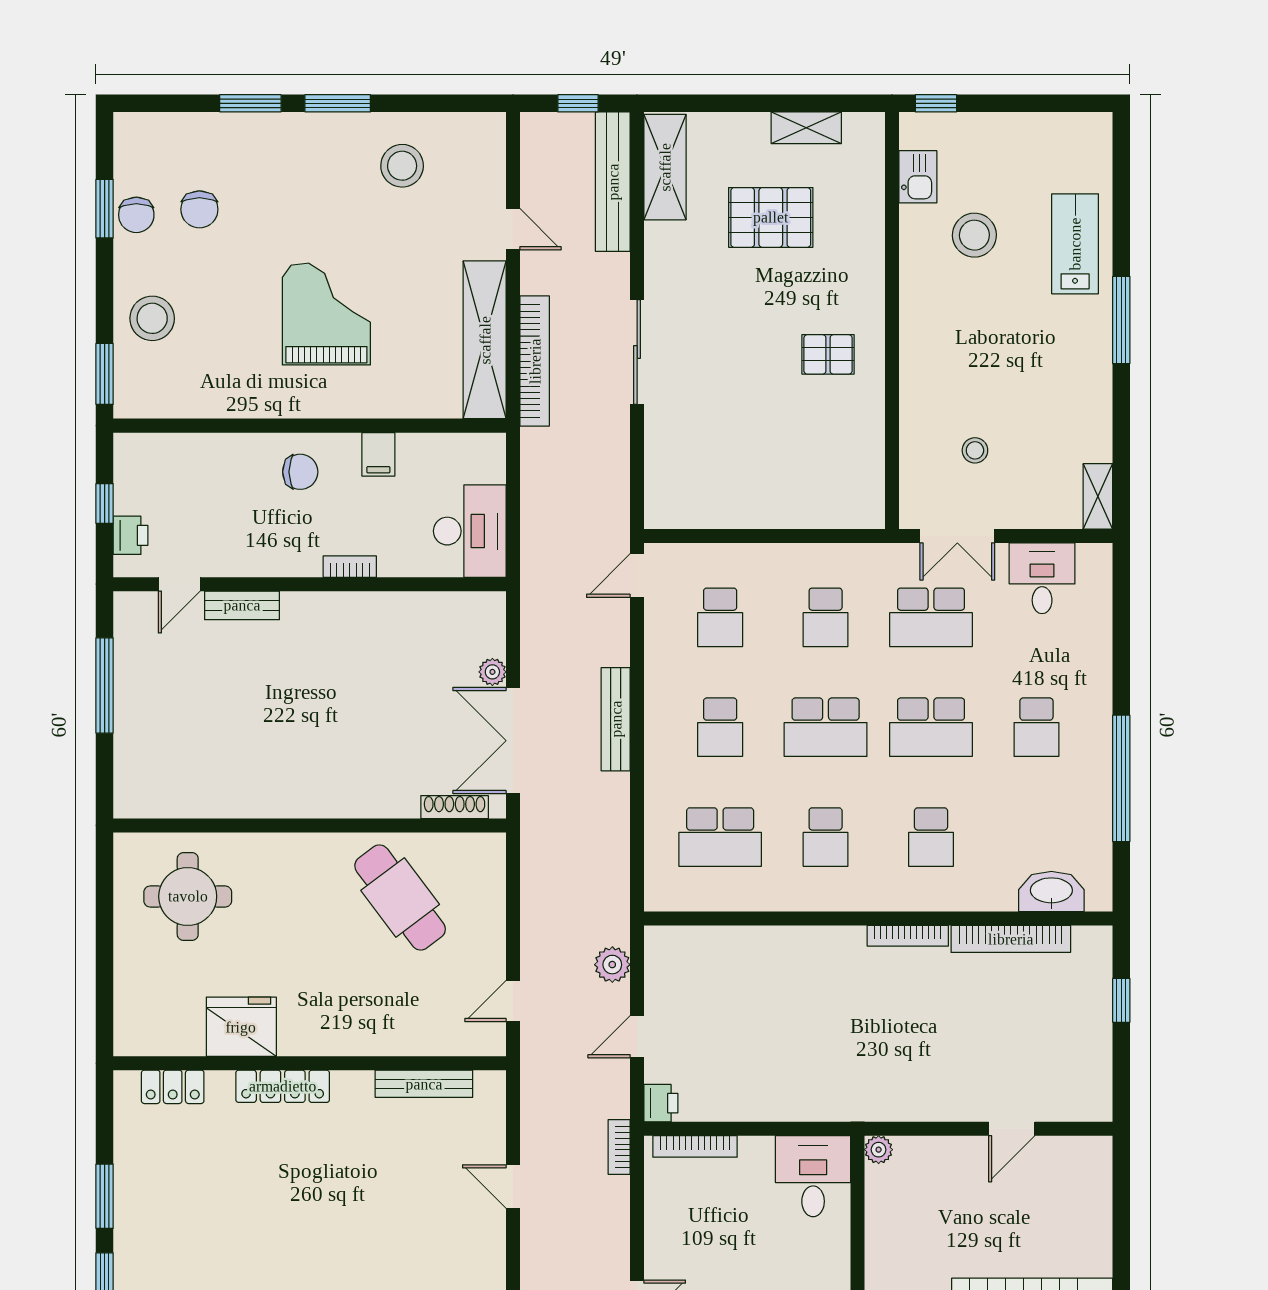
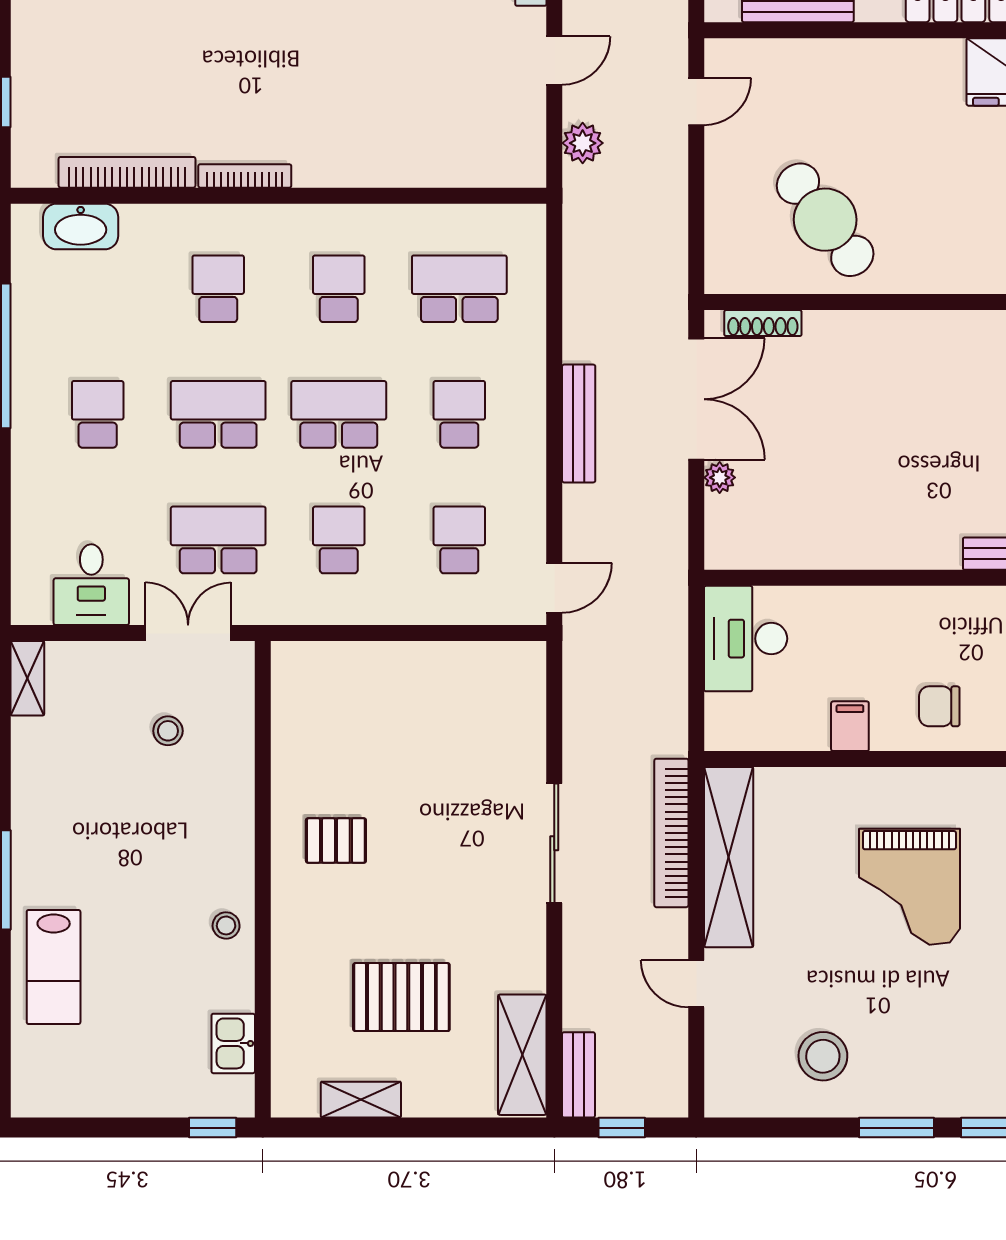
bench: (613, 182) -> (579, 1075), width x0.54, depth x0.82
stool: (974, 235) -> (226, 925), moved, width x0.53, depth x0.53
bookcase: (350, 567) -> (883, 598), removed

